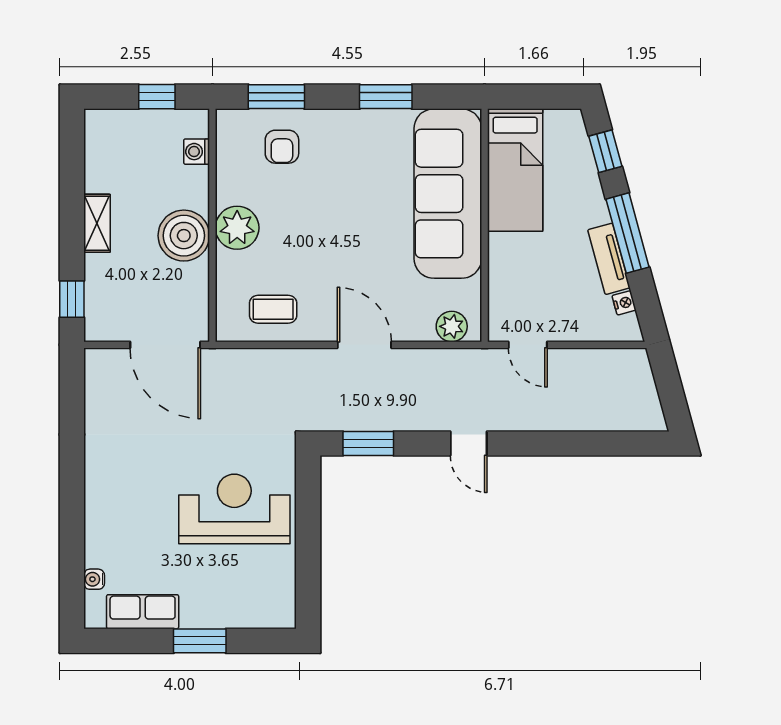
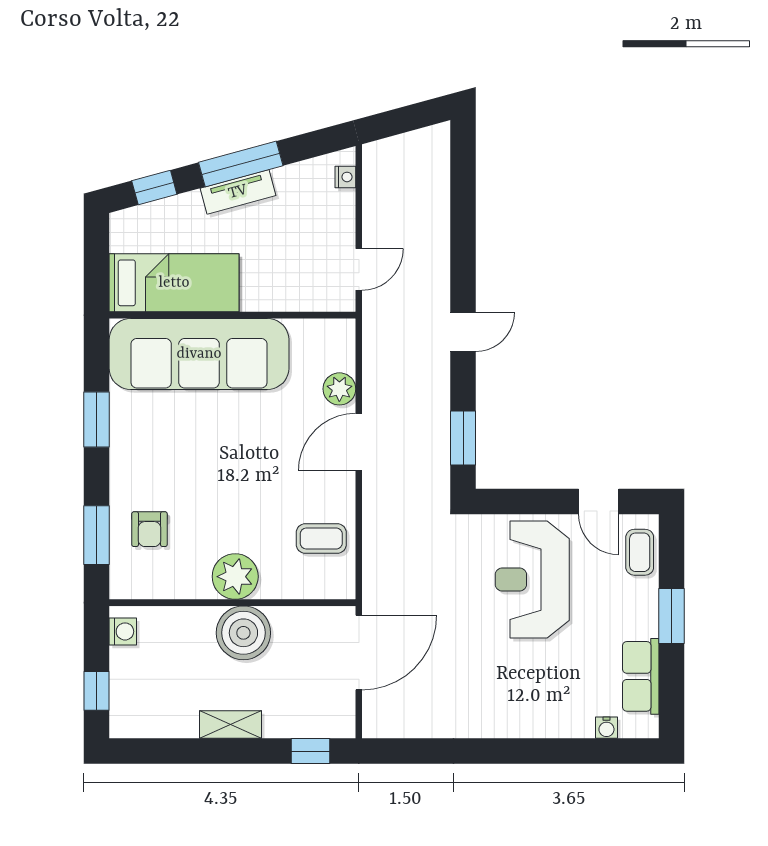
window: (157, 97) -> (97, 691), moved
armchair: (282, 147) -> (149, 529), turned 90
washing machine: (197, 152) -> (123, 631), moved, turned -90
tv unit: (609, 259) -> (238, 192), moved
nightstand: (624, 303) -> (345, 177), moved, turned 105
coffee table: (273, 309) -> (321, 539), turned 90
plant: (452, 326) -> (339, 389), moved
door: (308, 572) -> (599, 502), added
coffee table: (260, 611) -> (640, 552), added

